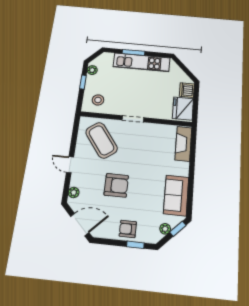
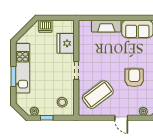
fridge: (183, 109) -> (66, 43), moved, turned 90
fireplace: (183, 144) -> (106, 26), moved
door: (70, 165) -> (121, 118), hinge flipped

